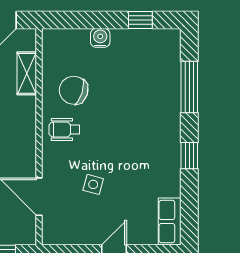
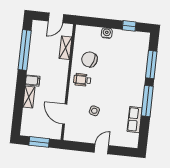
window: (189, 156) -> (147, 101), width x2.17
row of seats: (170, 221) -> (135, 120), moved

